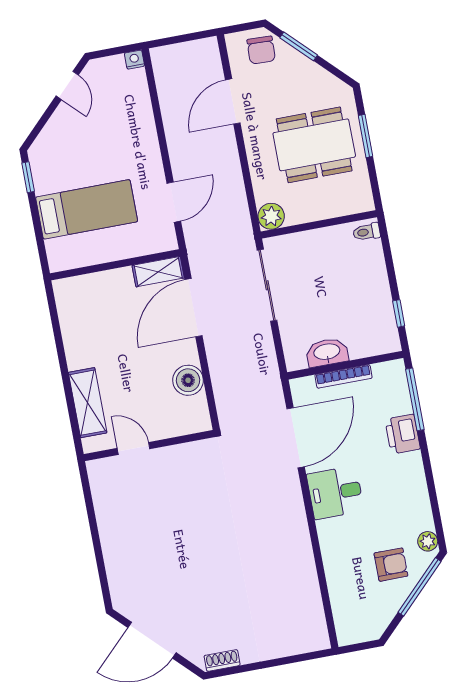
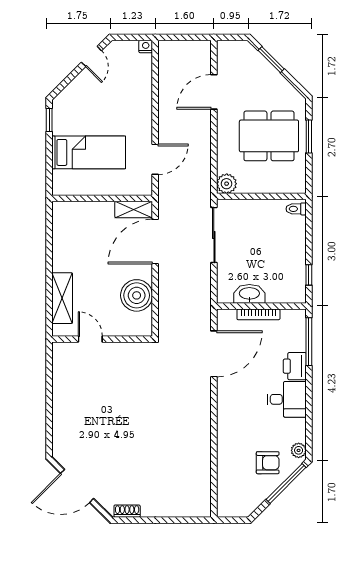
chair: (261, 50) -> (242, 57), removed
boiler: (188, 380) -> (137, 295), width x1.37, depth x1.37
desk: (335, 493) -> (287, 399), moved, turned 180

